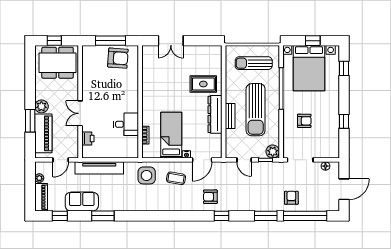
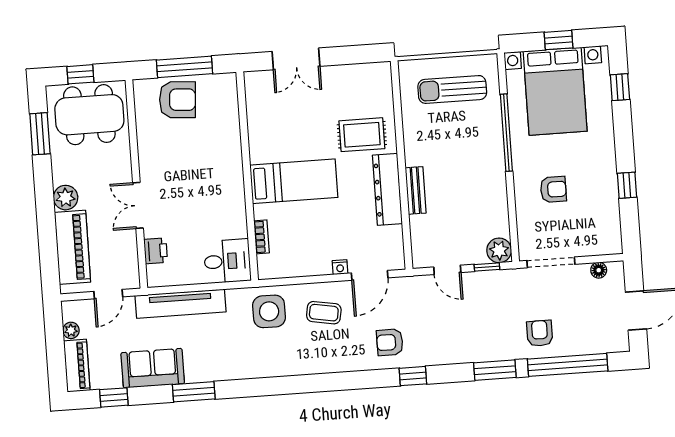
armchair: (118, 58) -> (177, 100), moved
sun lounger: (256, 110) -> (462, 175), removed
window: (30, 121) -> (40, 134), moved
desk: (126, 124) -> (227, 261), moved
bed: (171, 135) -> (294, 181), moved, turned 90

